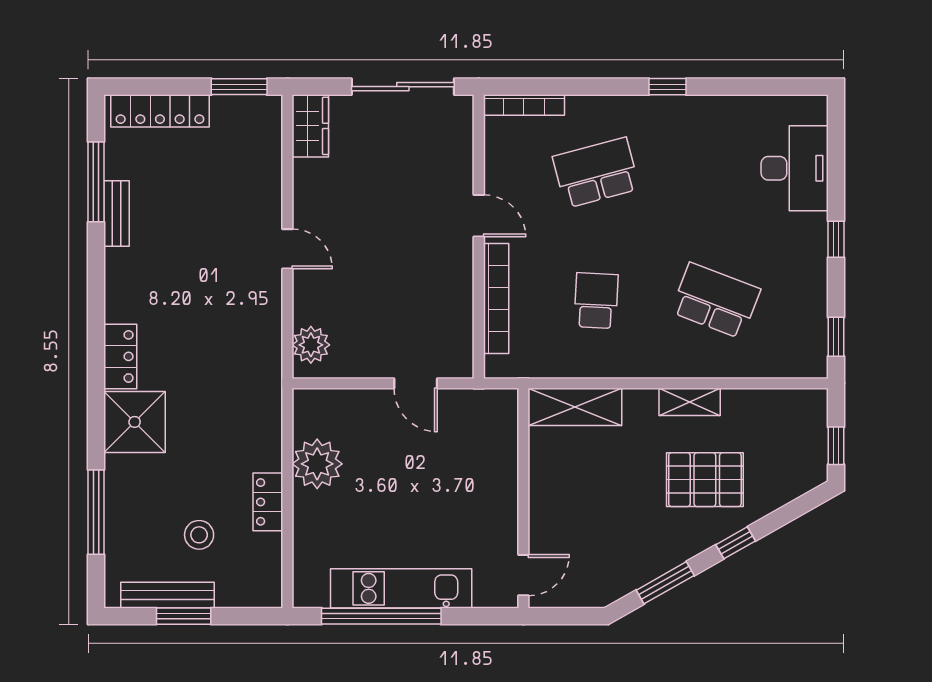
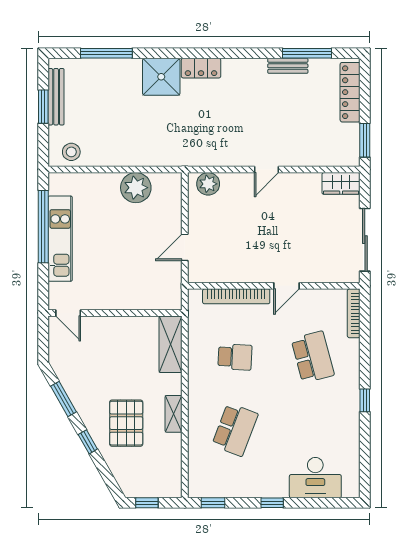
locker: (268, 502) -> (113, 158), removed
stool: (199, 535) -> (71, 152), moved

